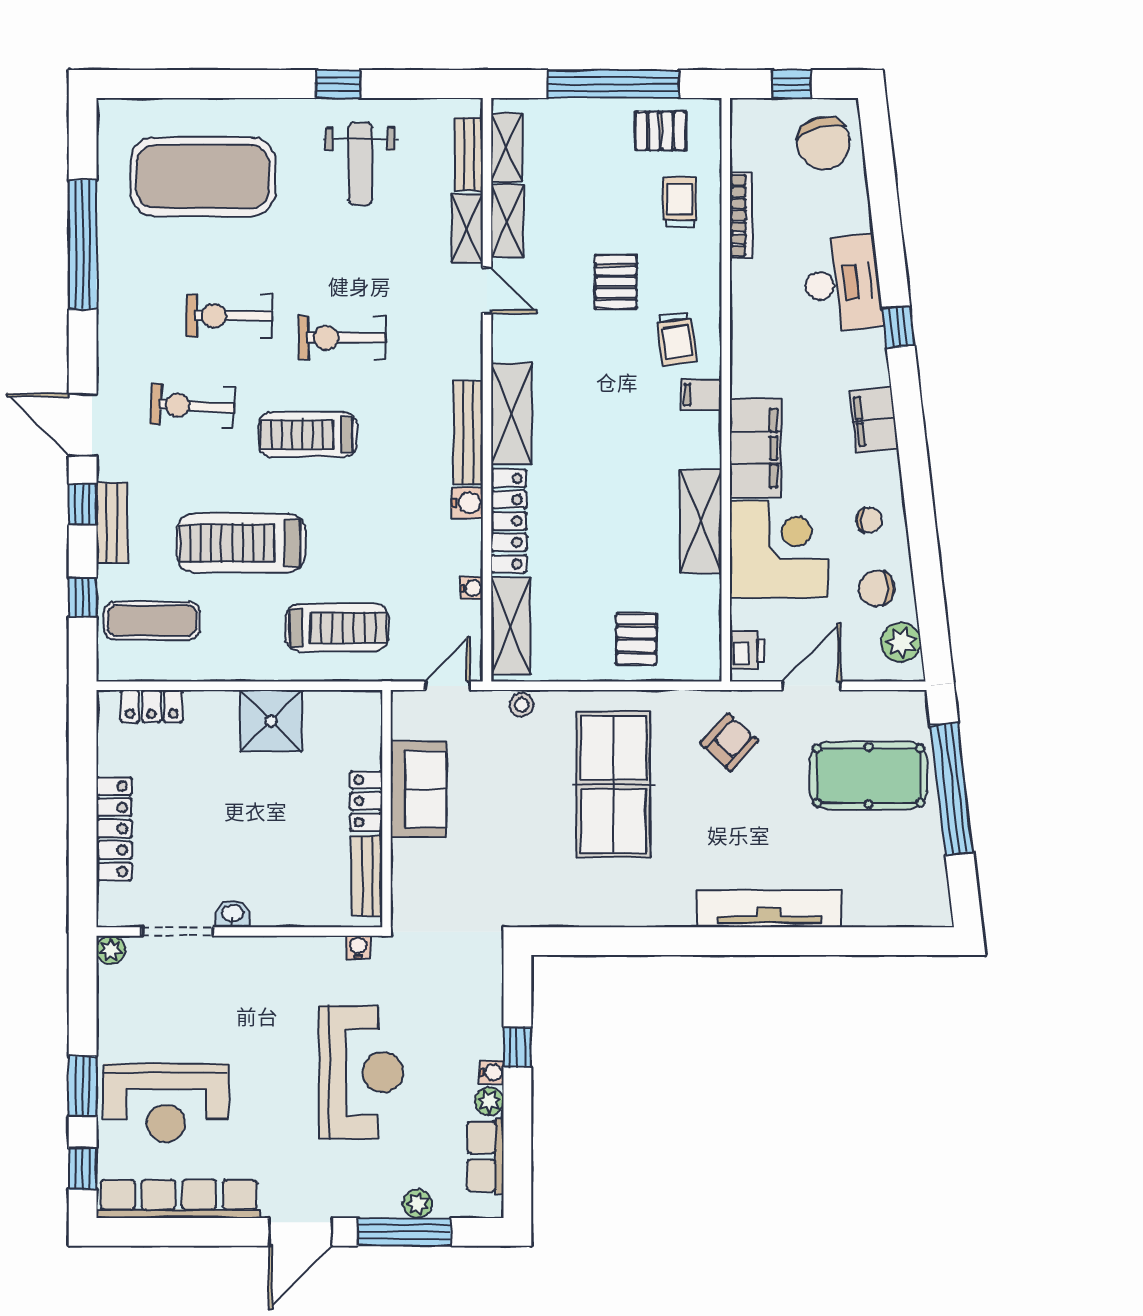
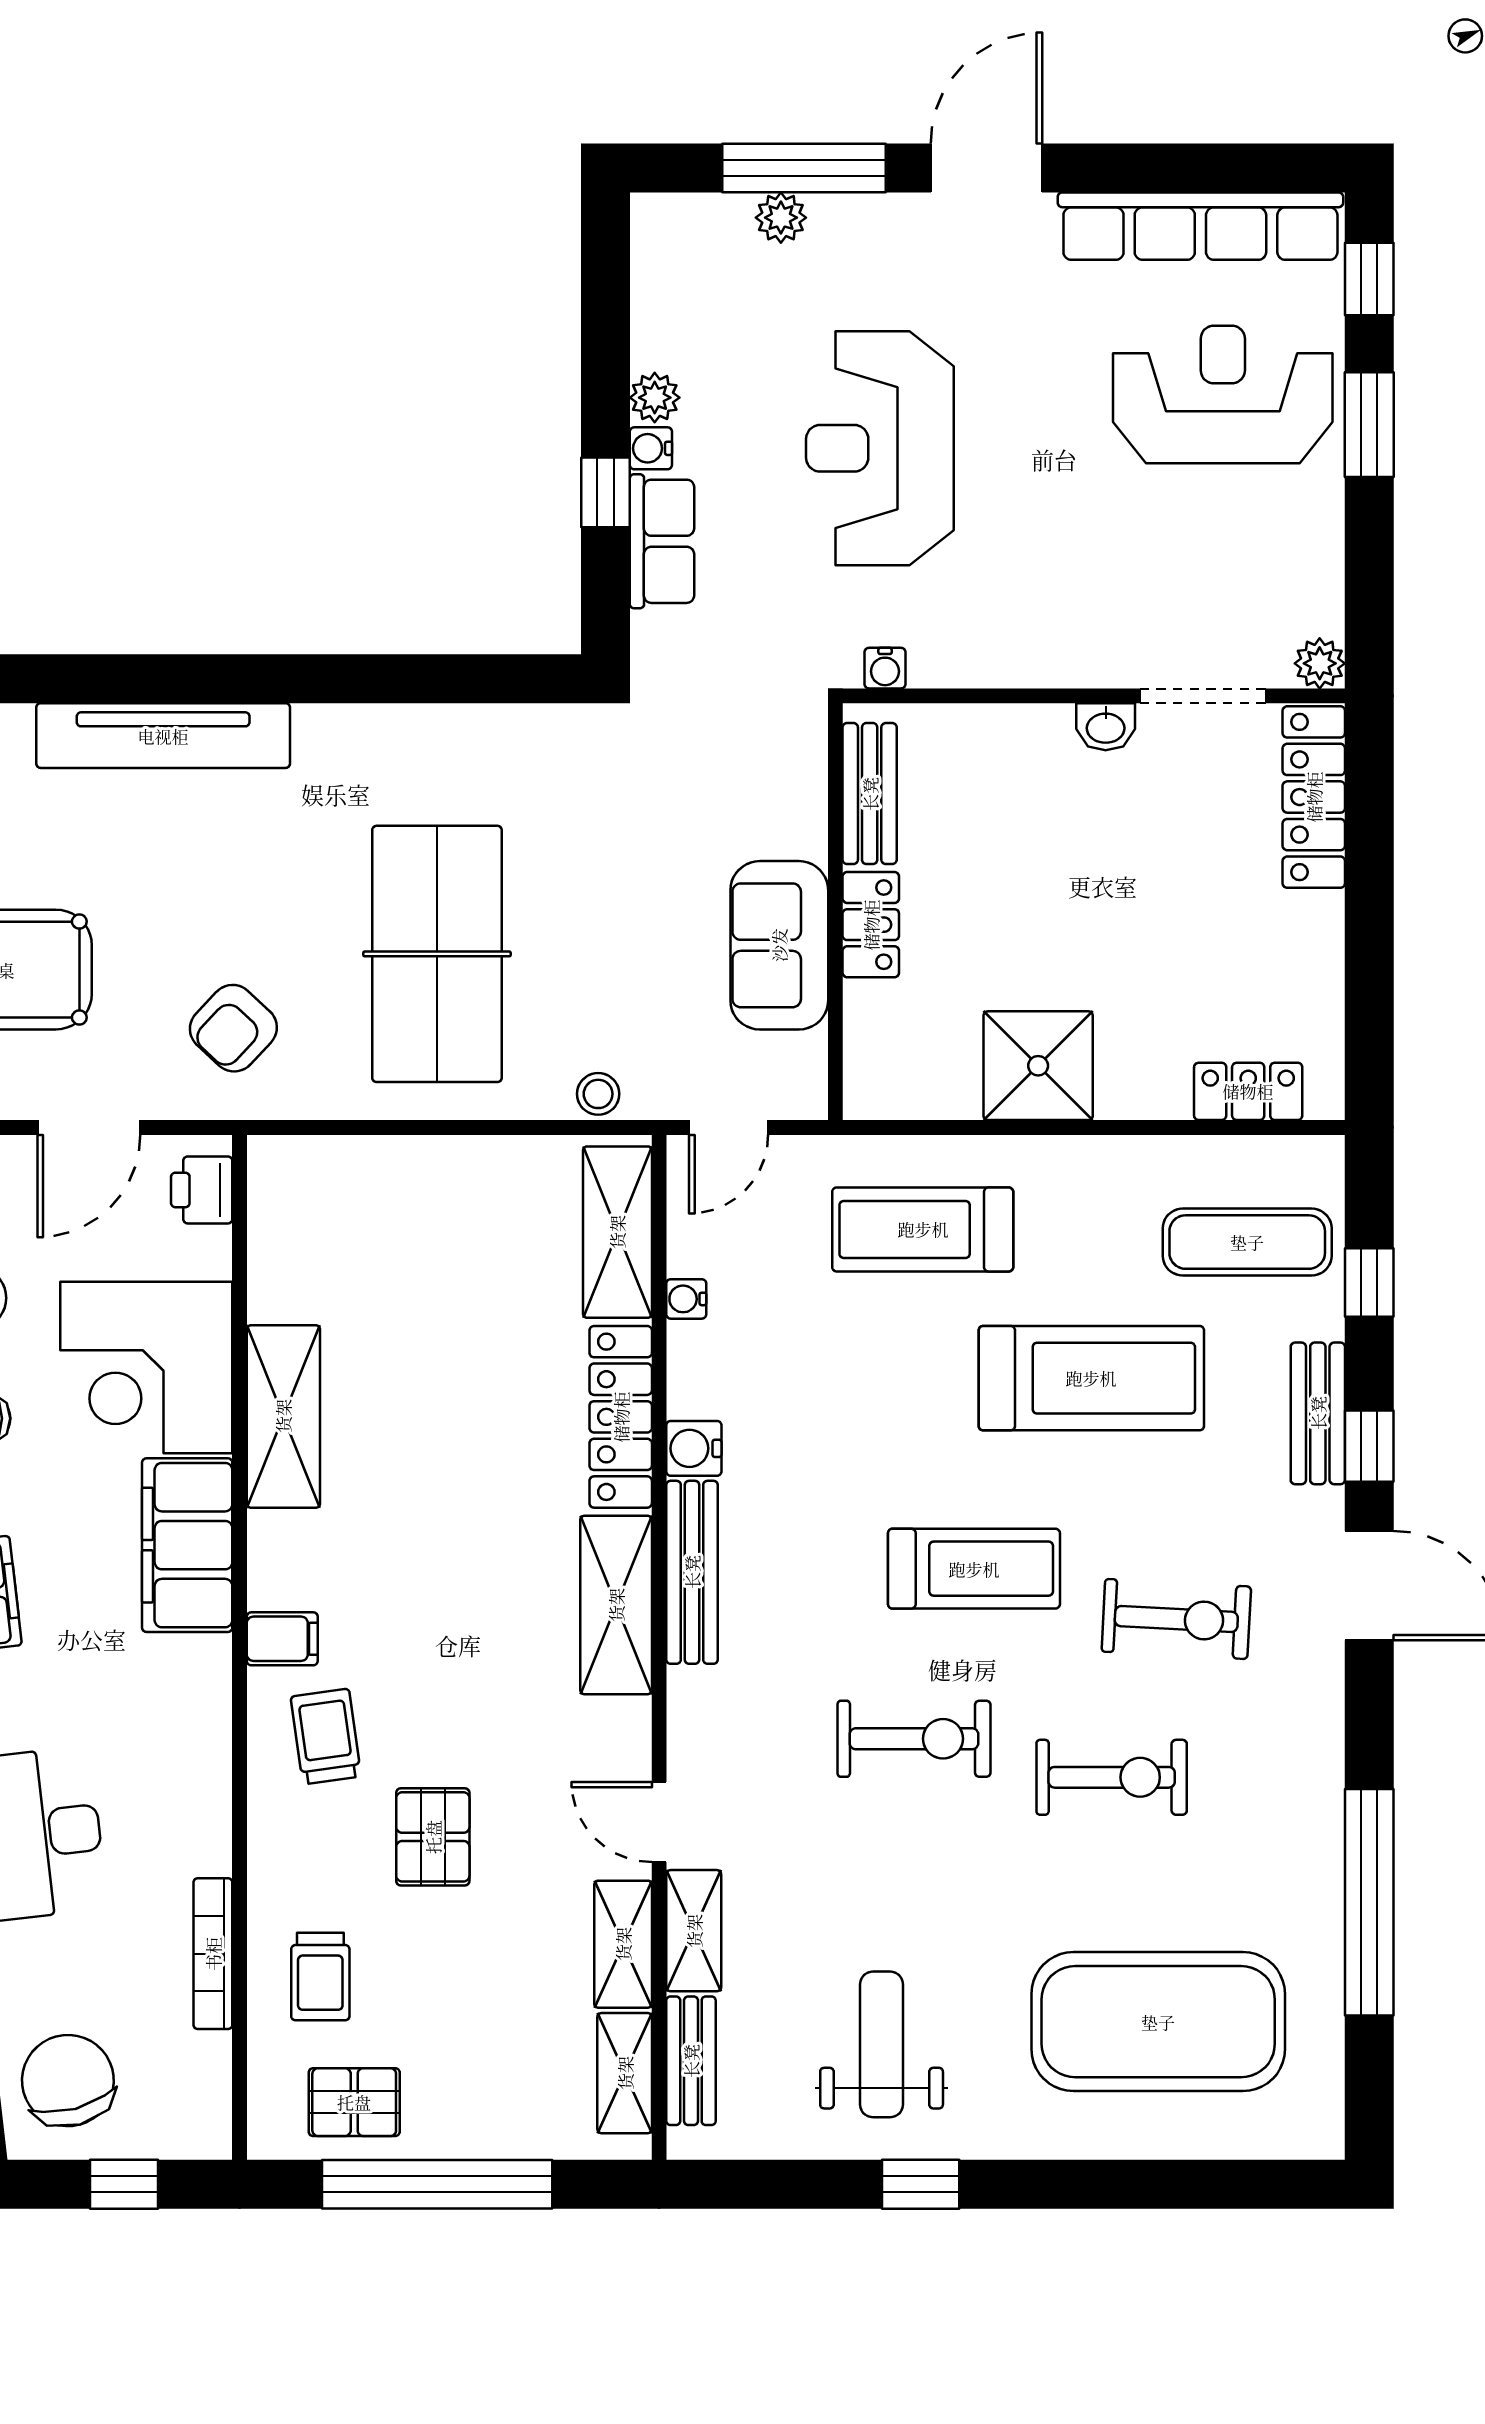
pallet: (636, 639) -> (397, 1209), removed
locker: (114, 829) -> (1314, 797), moved
row of seats: (485, 1156) -> (662, 541), moved

